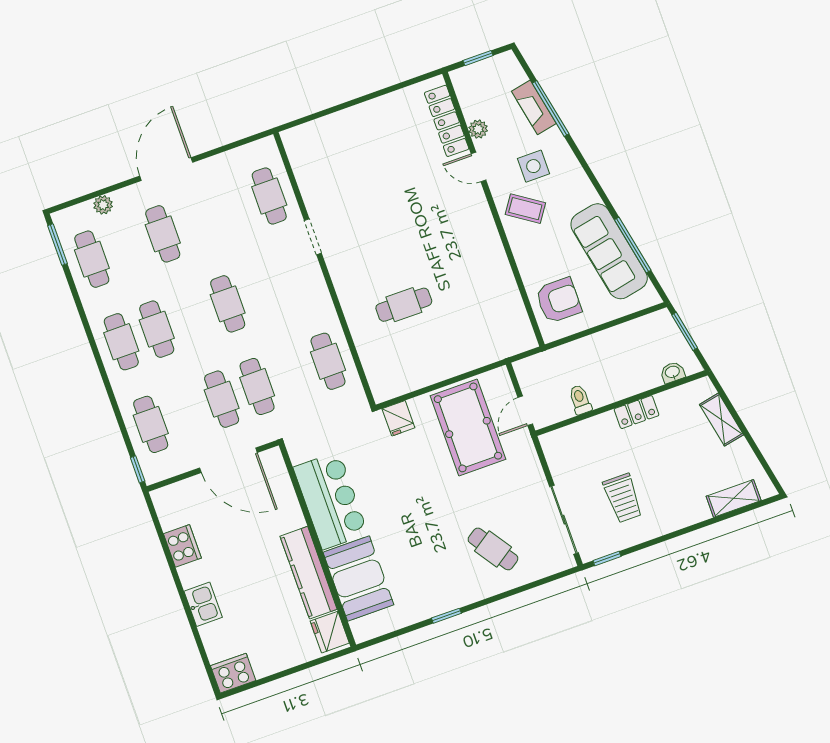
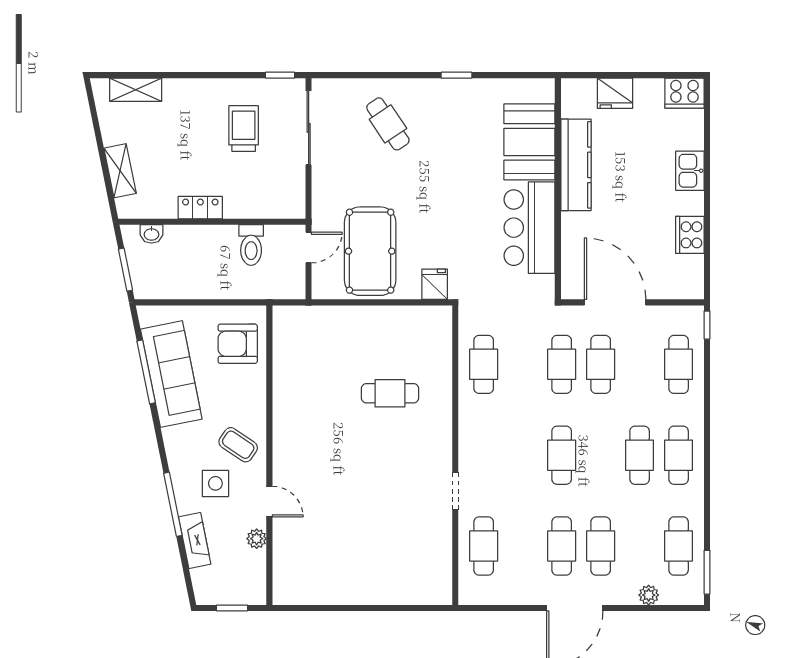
window: (551, 109) -> (173, 504), moved
locker: (447, 121) -> (284, 558), removed
cafe table: (198, 221) -> (562, 546), added
toilet: (580, 400) -> (251, 245), width x1.37, depth x1.39
fridge: (330, 632) -> (615, 93), moved, turned 90

